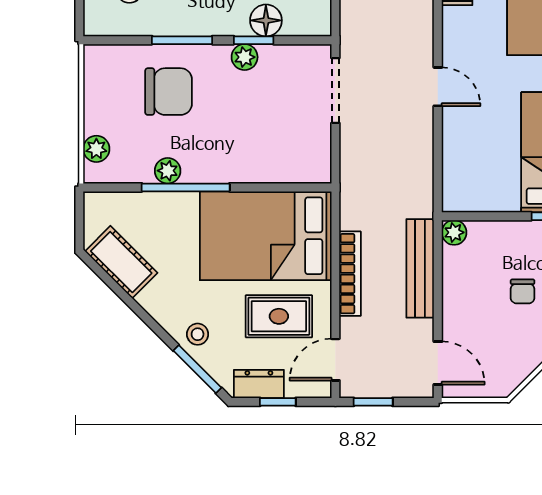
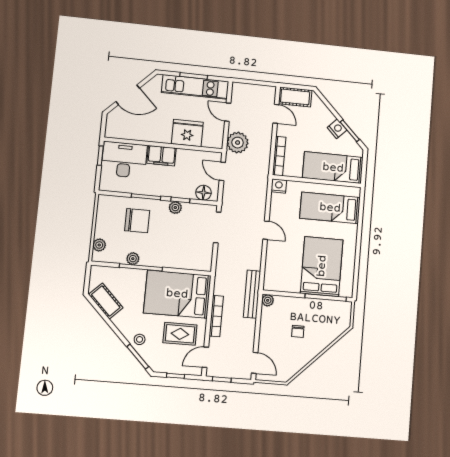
floor lamp: (266, 20) -> (203, 193), moved
bench: (420, 268) -> (252, 294), moved
dresser: (259, 384) -> (167, 366), removed

